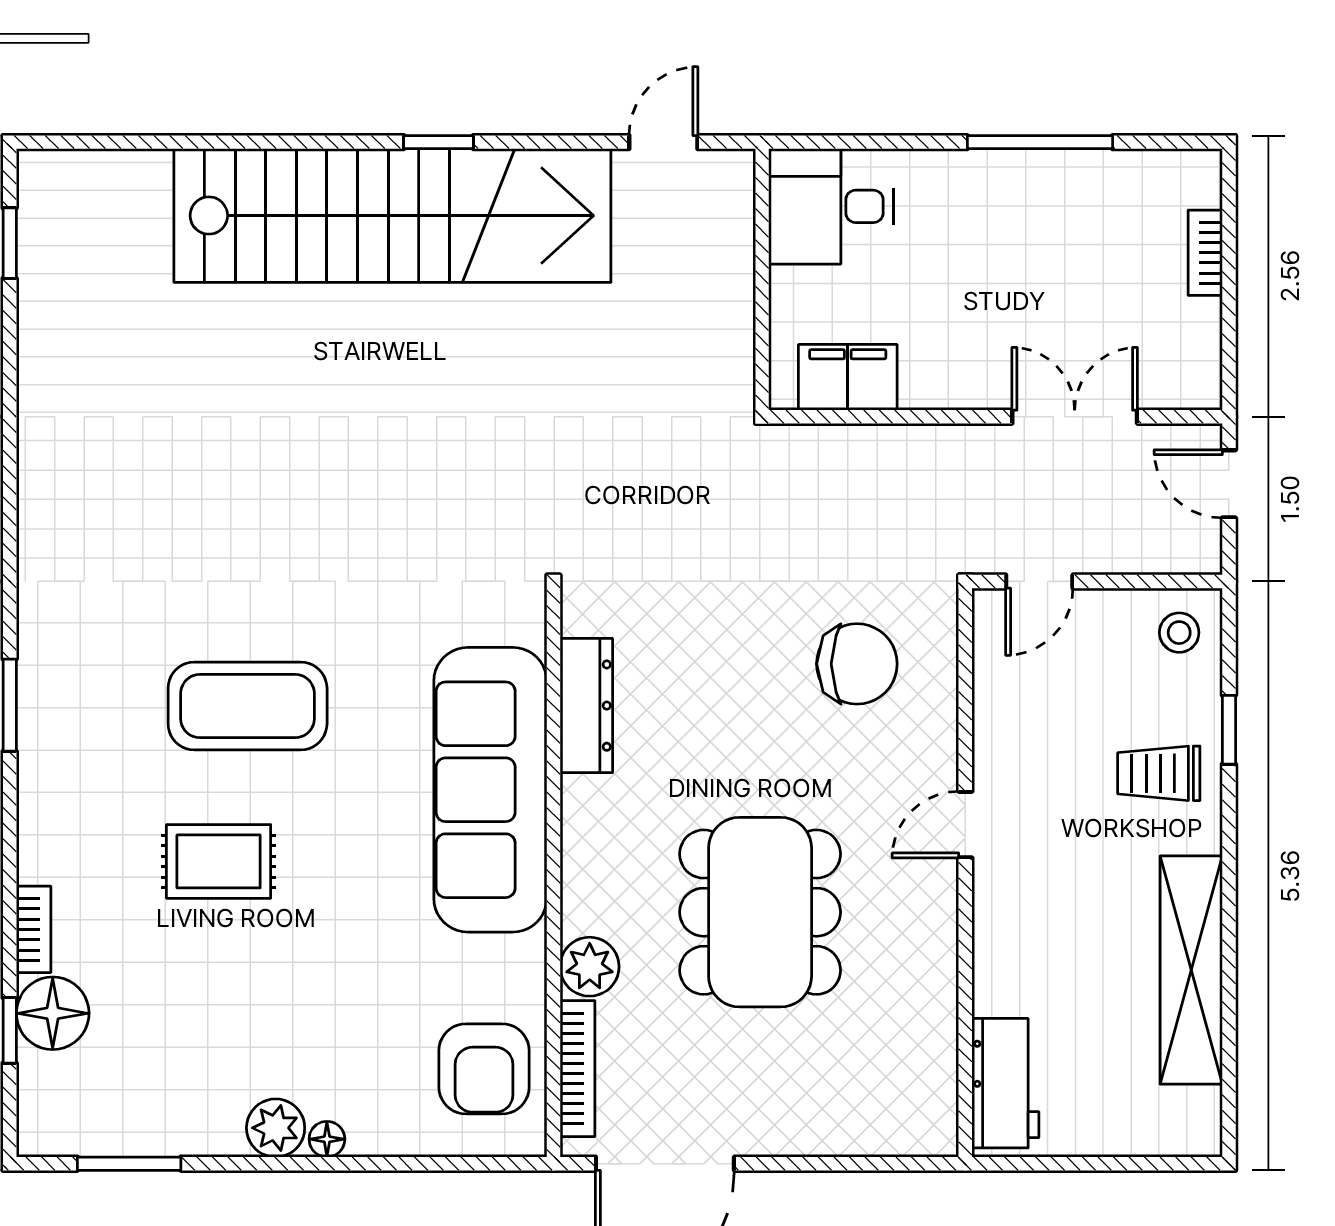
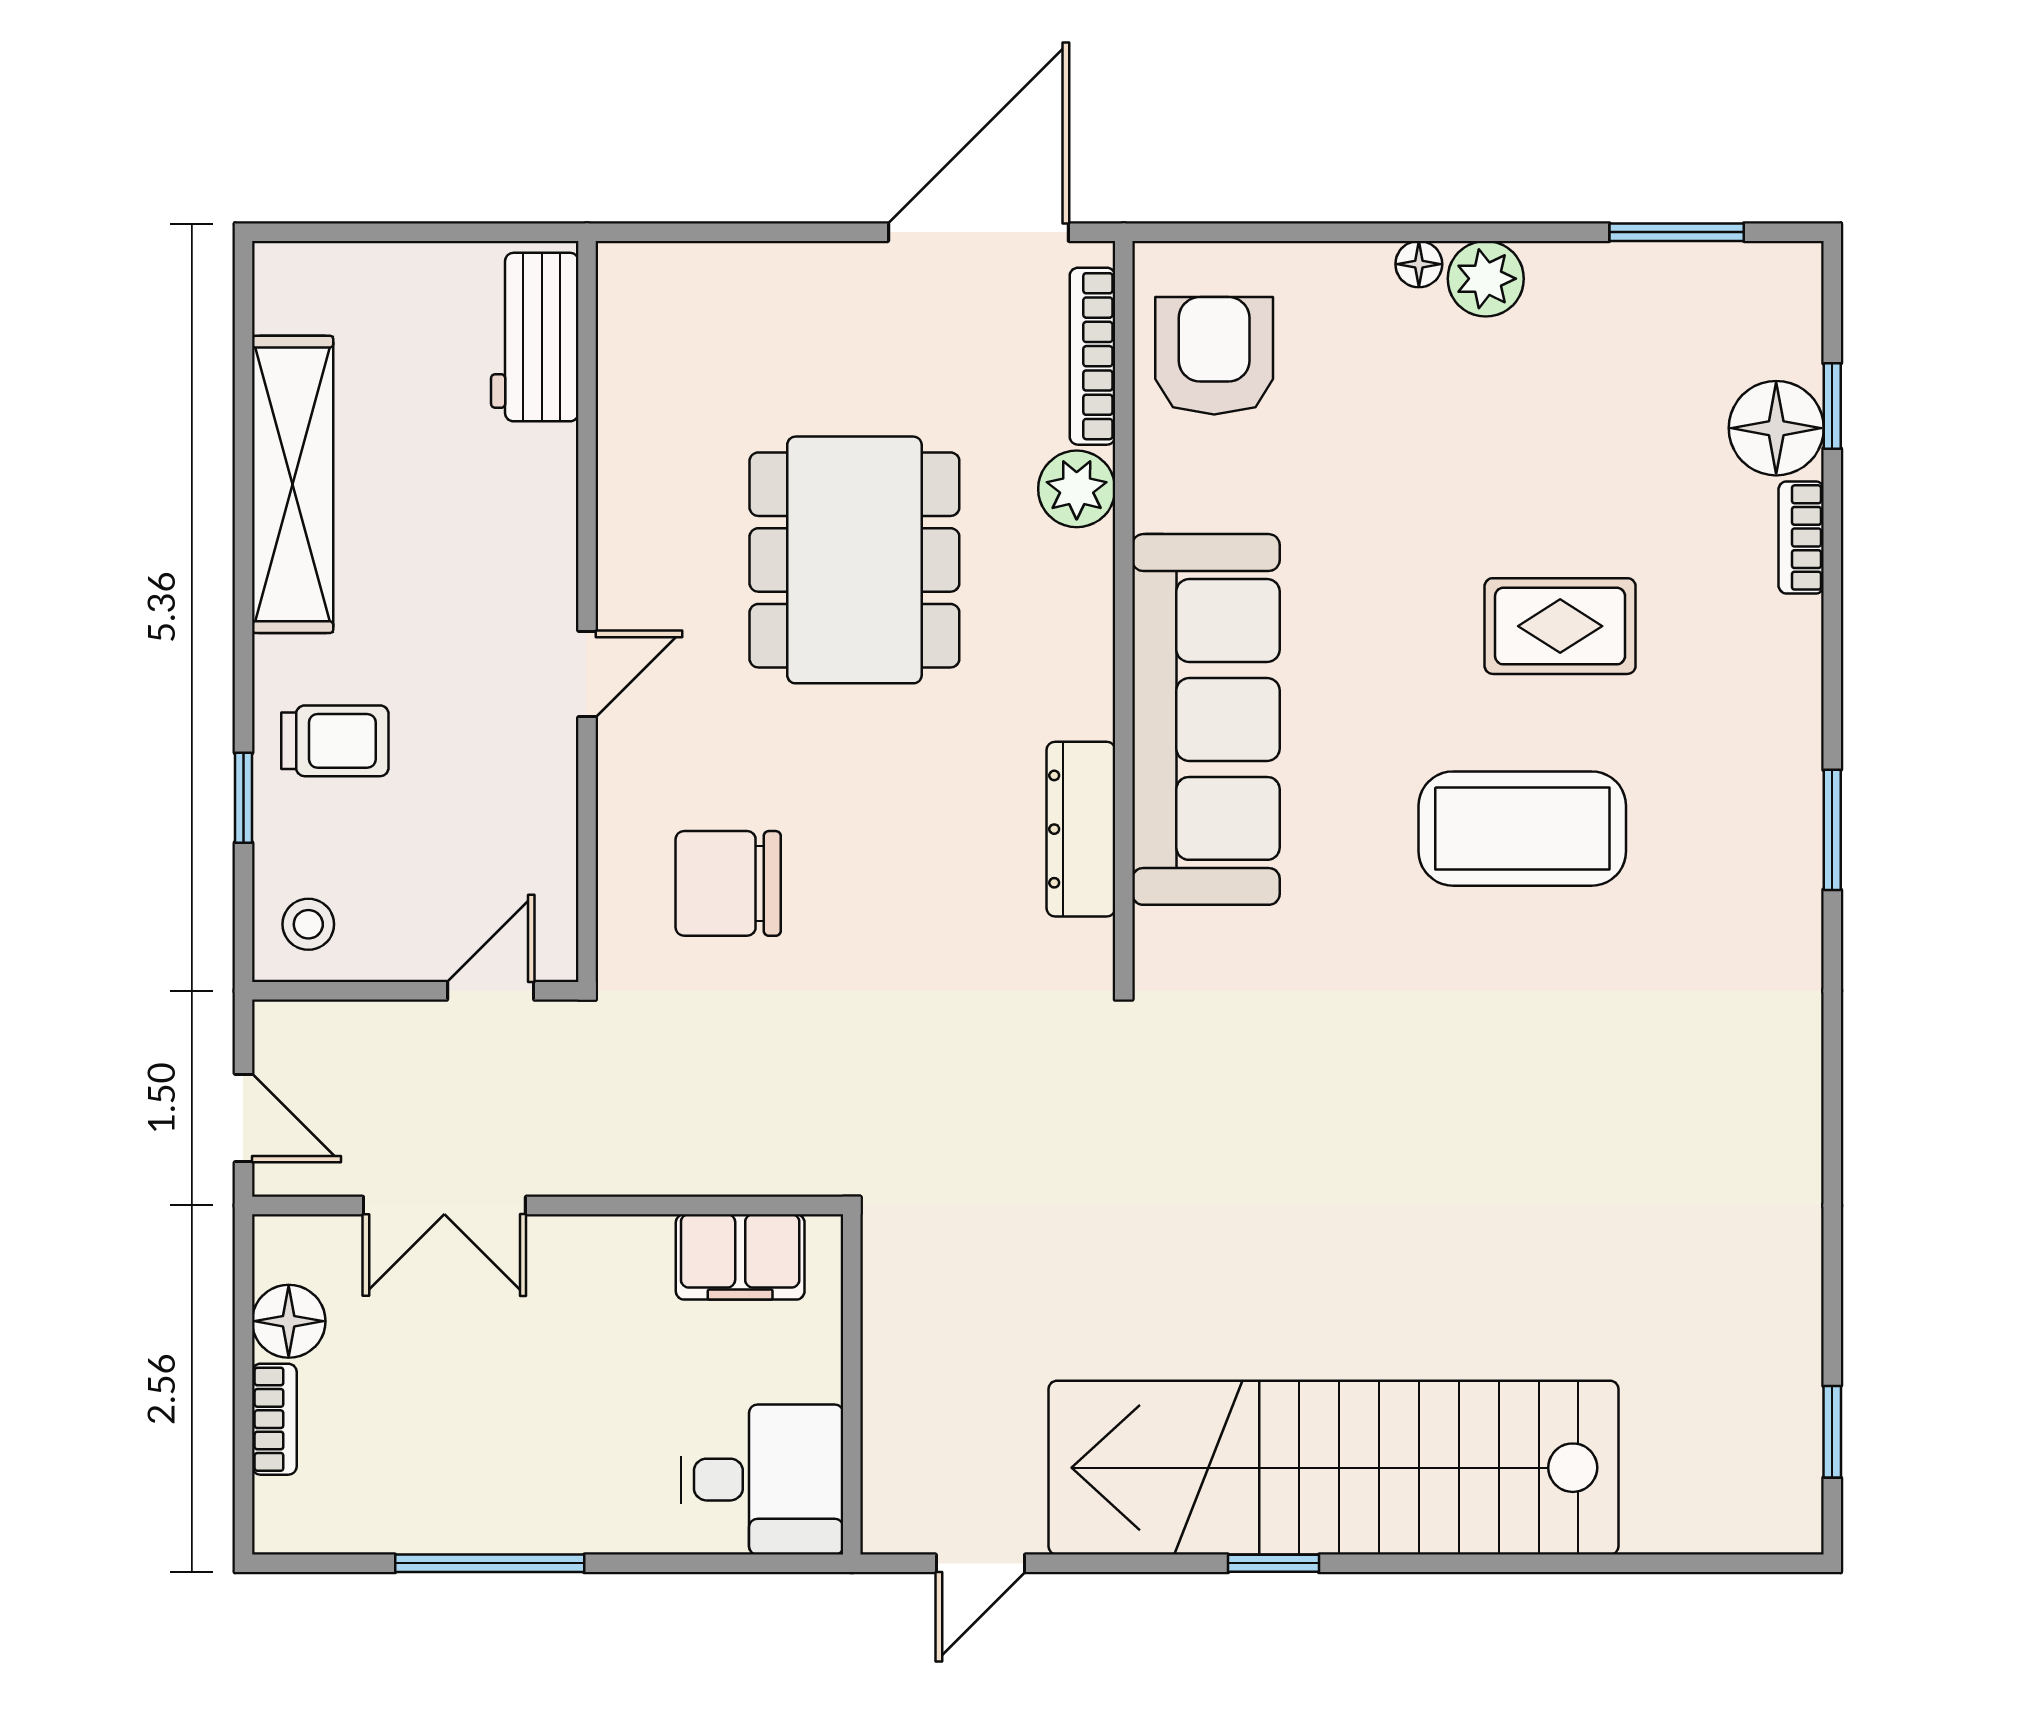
floor lamp: (1194, 328) -> (289, 1321), added

